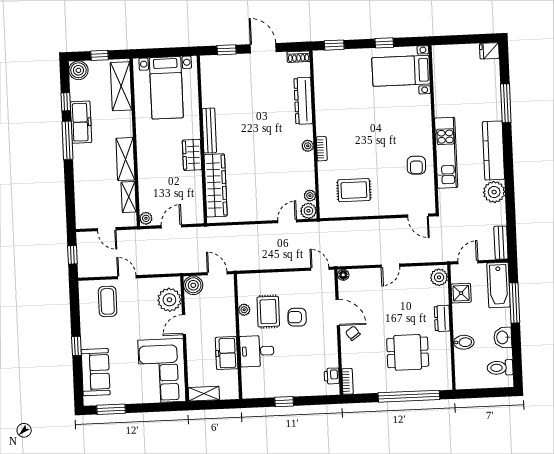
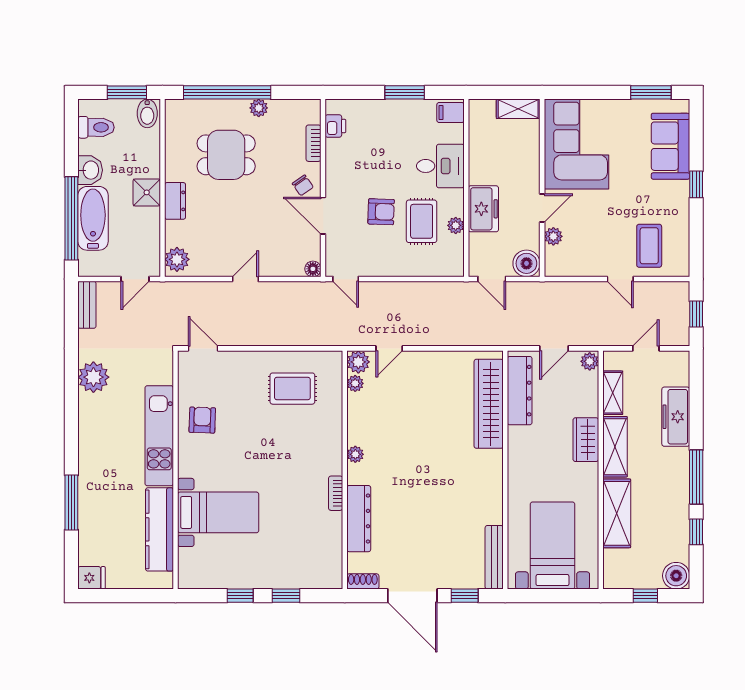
window: (334, 45) -> (286, 596), moved
door: (263, 48) -> (412, 596), width x1.36
bed with nightstands: (401, 71) -> (218, 512), moved
shelving: (121, 86) -> (617, 513), moved
freezer: (81, 122) -> (676, 417), moved
bench: (209, 131) -> (494, 557), moved
bookcase: (322, 149) -> (336, 493), moved
kitchen counter: (493, 150) -> (159, 529), moved, turned 180
wardrobe: (192, 155) -> (586, 440), moved, turned 180
dresser: (194, 196) -> (520, 391), added
door: (107, 229) -> (646, 348), hinge flipped
bathtub: (499, 285) -> (93, 218), moved
shower: (461, 293) -> (147, 192), moved
plant: (169, 300) -> (553, 236), width x0.53, depth x0.53
window: (515, 303) -> (71, 218), width x1.46
bidet: (464, 342) -> (147, 113), moved, turned -90
freezer: (227, 353) -> (483, 209), moved
bookcase: (347, 381) -> (314, 143), moved
plant: (386, 386) -> (259, 108), added
filing cabinet: (251, 389) -> (450, 113), added
window: (479, 393) -> (127, 92), added
window: (284, 402) -> (405, 92), width x1.50

